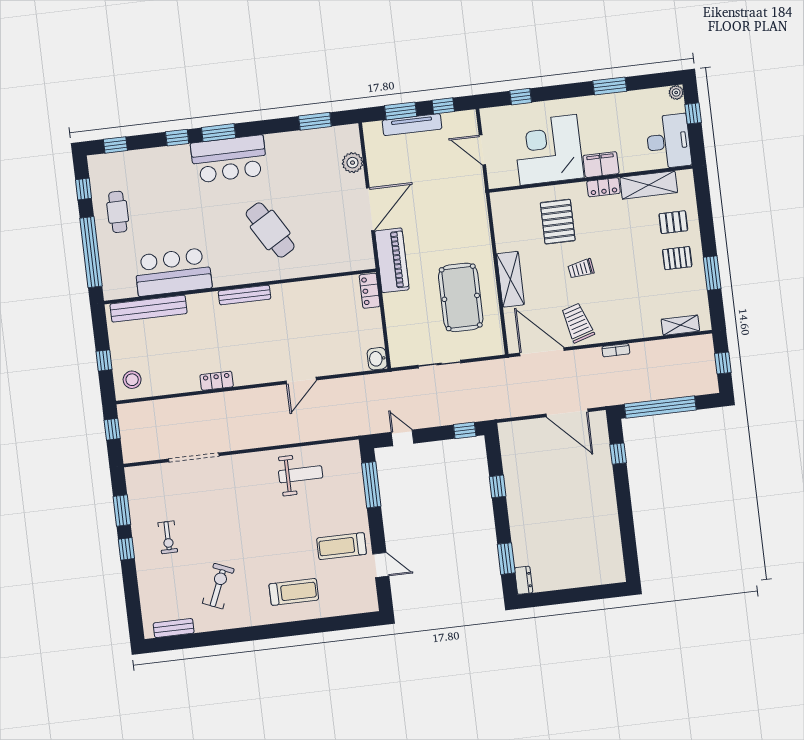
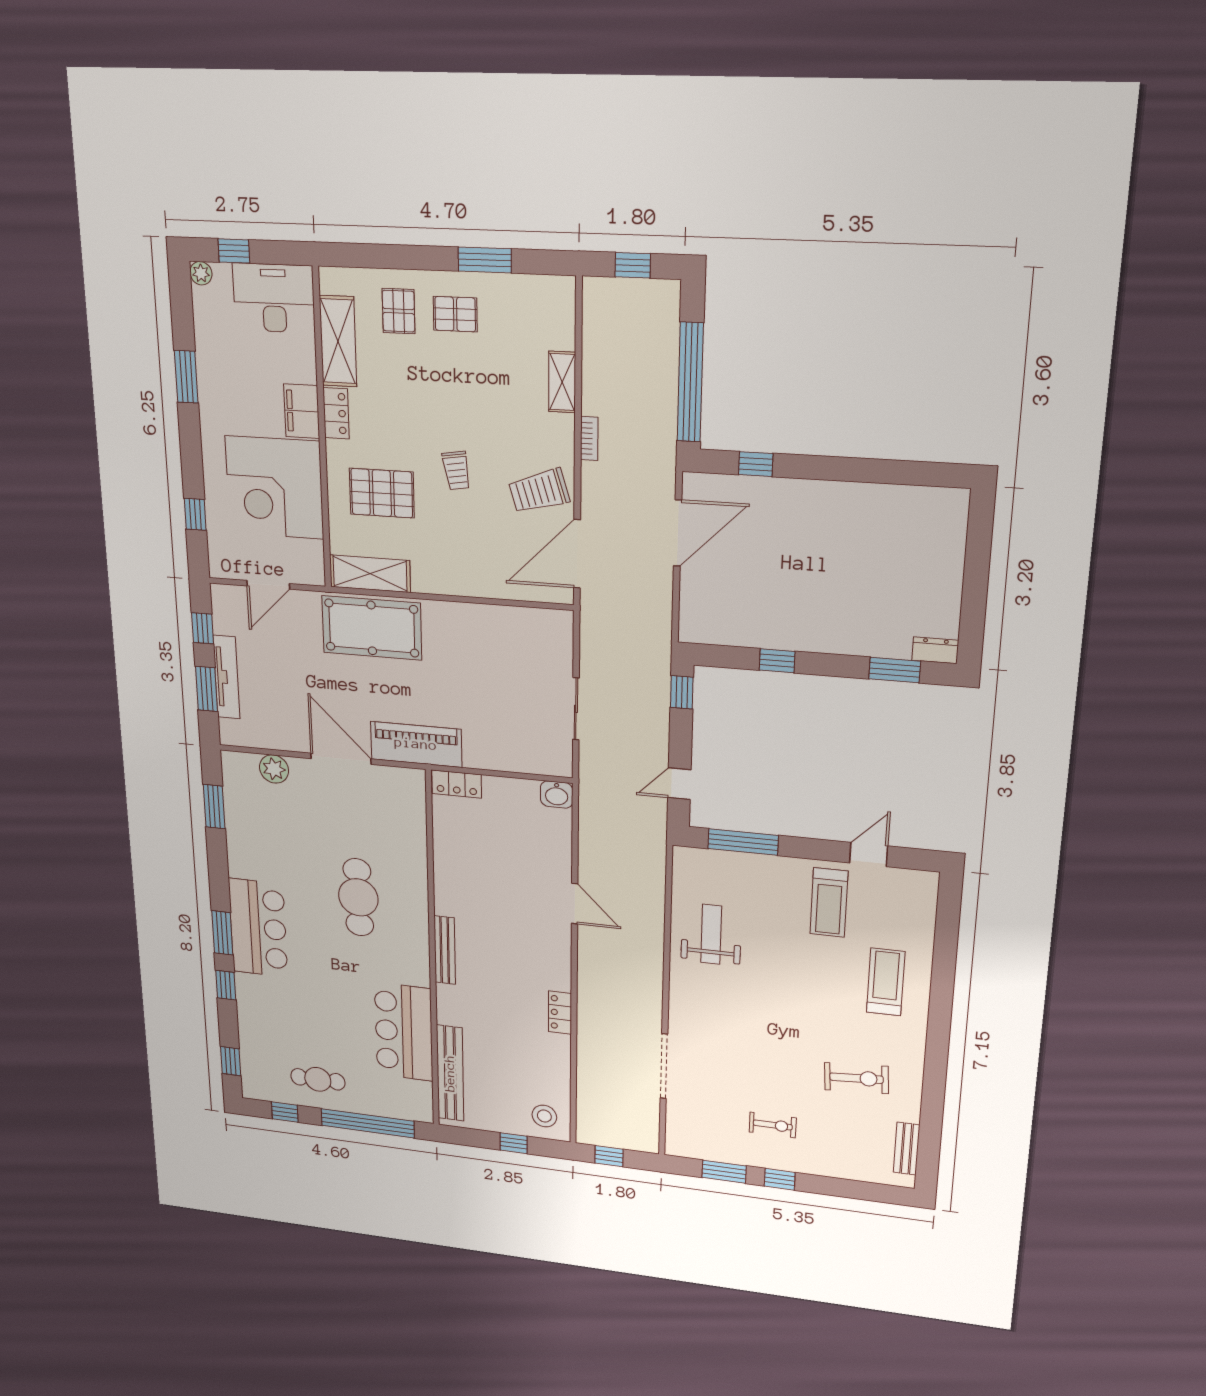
cafe table: (270, 230) -> (358, 897), turned -60
pallet: (677, 258) -> (455, 314), turned 90
shelving: (510, 279) -> (370, 574), moved
pool table: (461, 297) -> (372, 628), moved
shelving: (680, 325) -> (562, 382), moved
exercise bike: (218, 586) -> (856, 1078), turned 153

